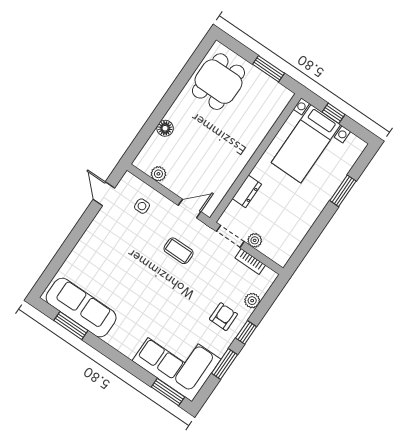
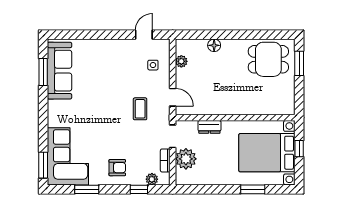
window: (269, 69) -> (299, 63), moved
bed with nightstands: (306, 144) -> (267, 153), width x1.36
plant: (255, 240) -> (186, 159), width x1.87, depth x1.87
plant: (252, 301) -> (152, 179), moved
window: (246, 332) -> (139, 189), moved

